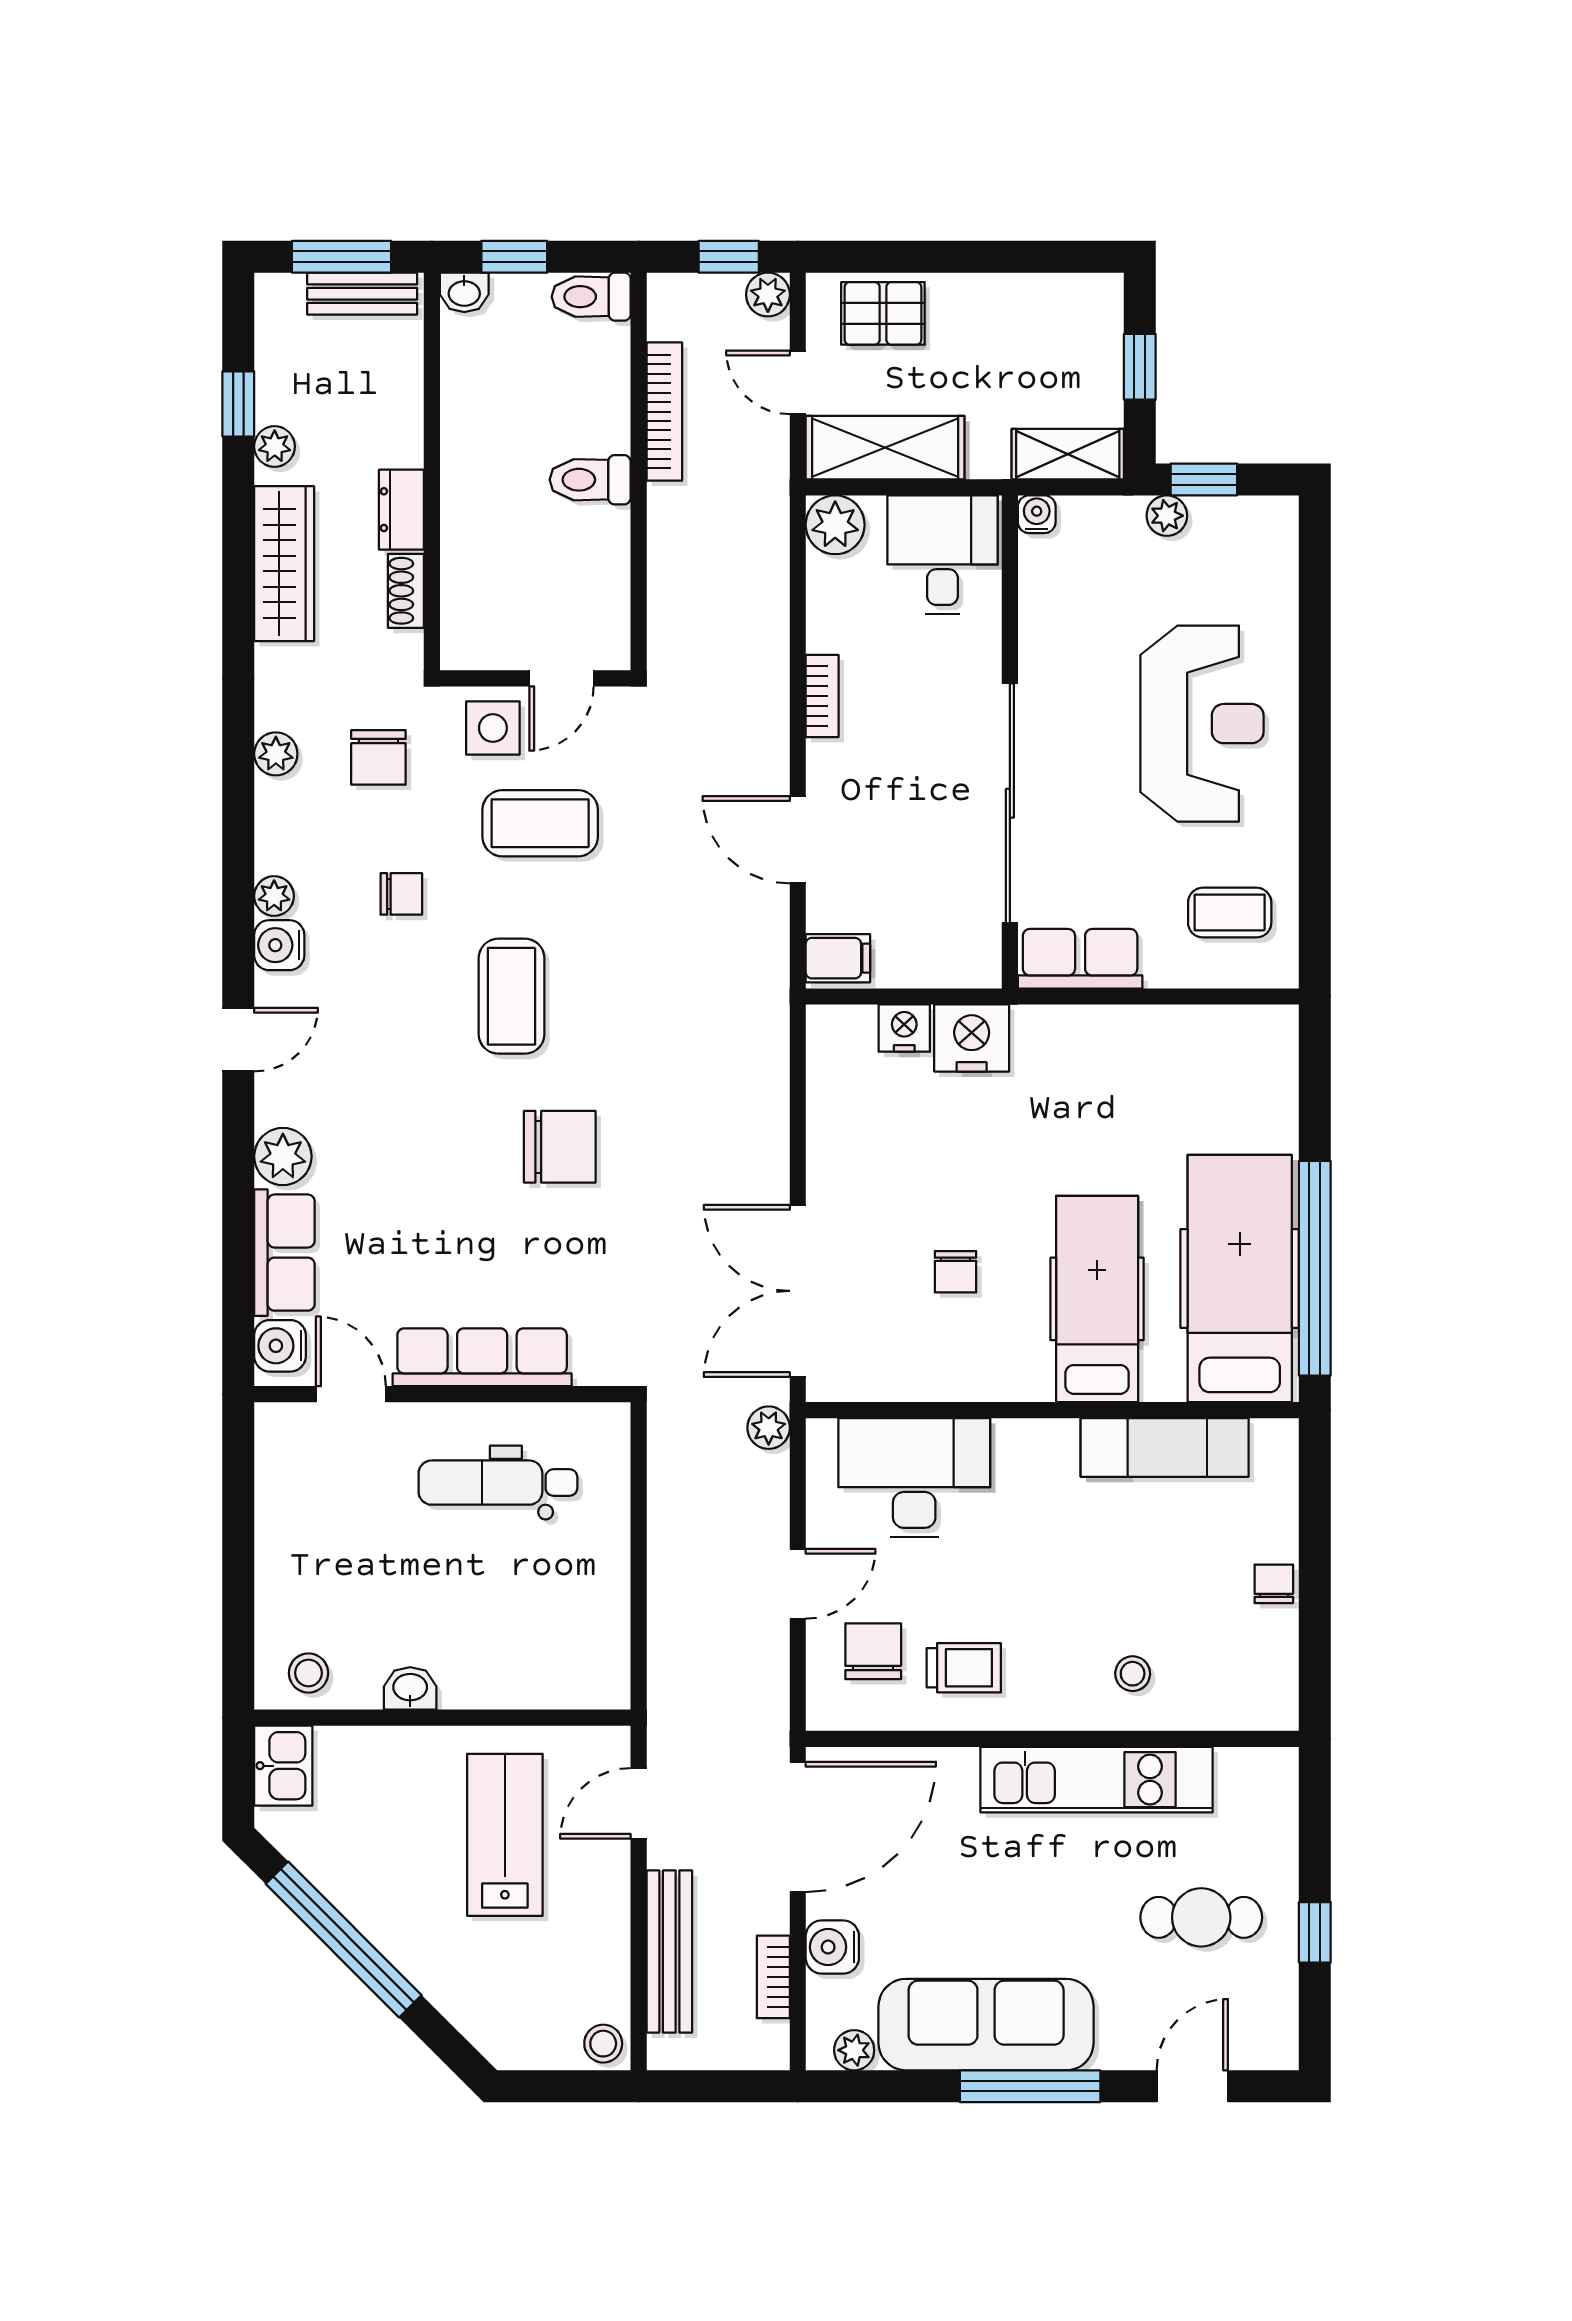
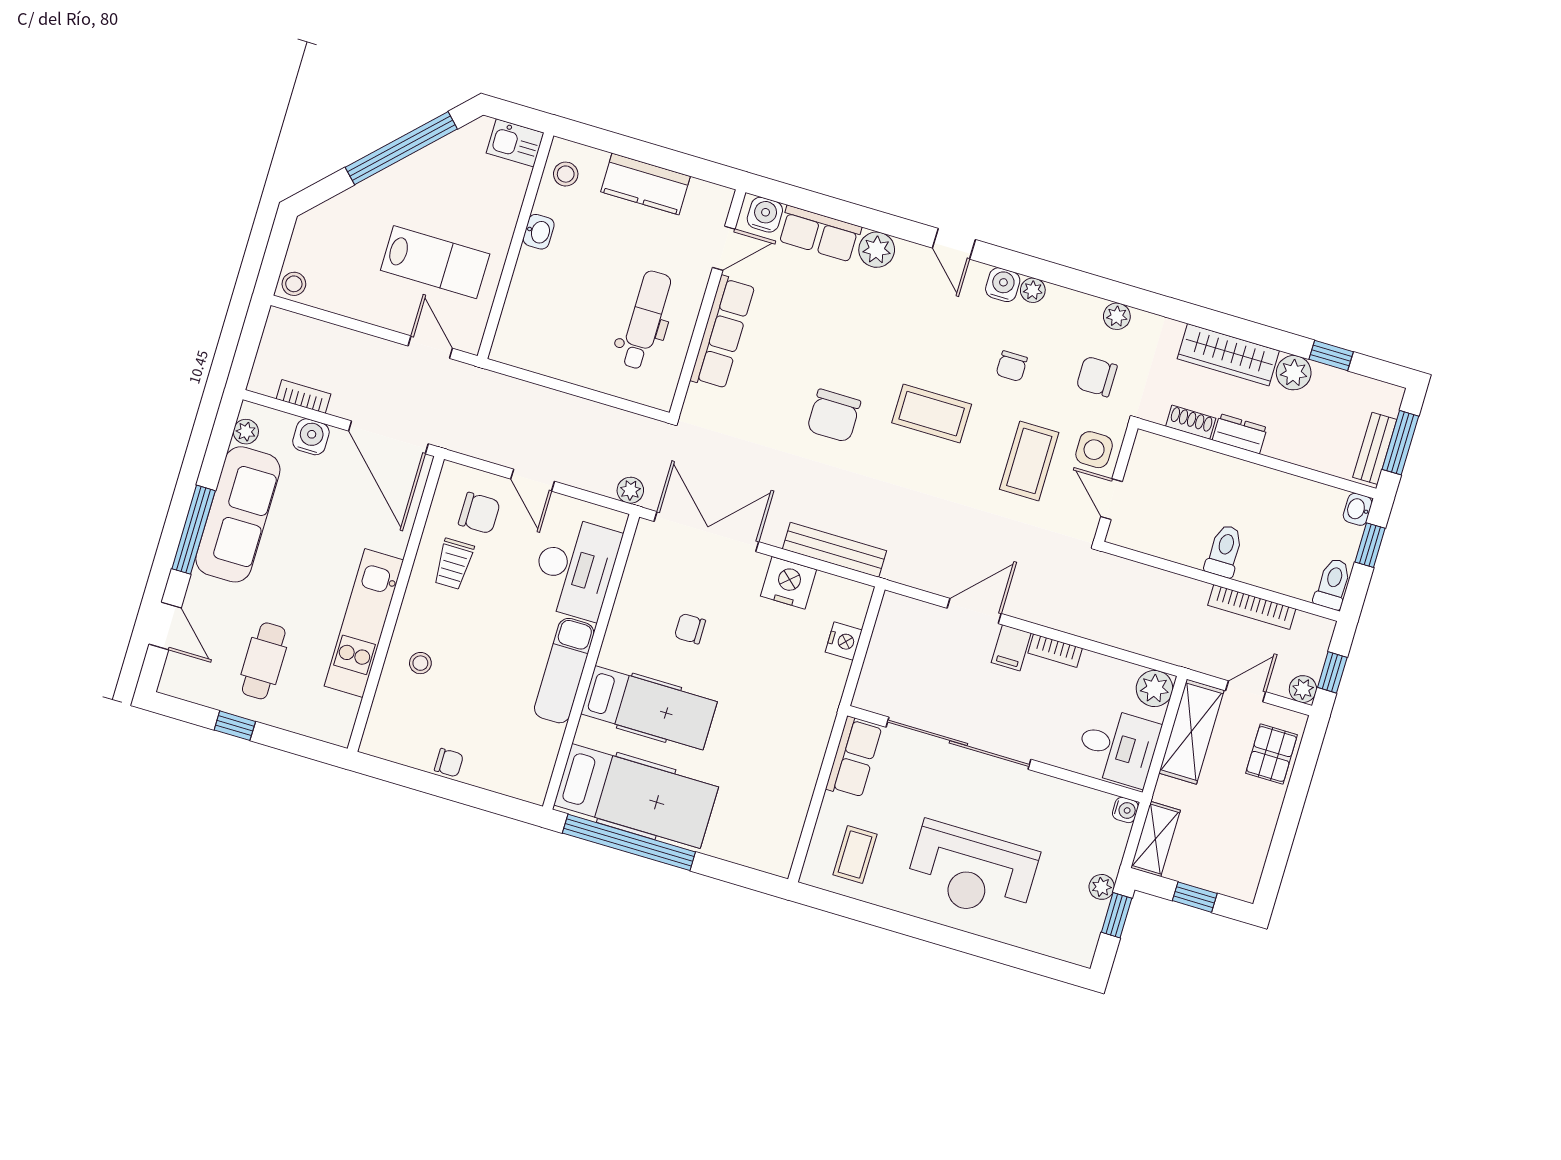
plant: (275, 446) -> (1294, 373), width x1.38, depth x1.38
filing cabinet: (838, 958) -> (1011, 648), moved
nightstand: (972, 1038) -> (789, 583), moved, turned -90
exam couch: (1165, 1447) -> (564, 671), moved
kitchen counter: (287, 1545) -> (646, 184), added
bench: (669, 1952) -> (835, 550), moved

